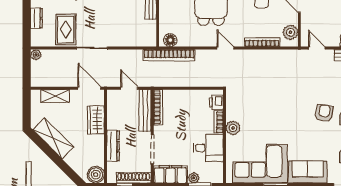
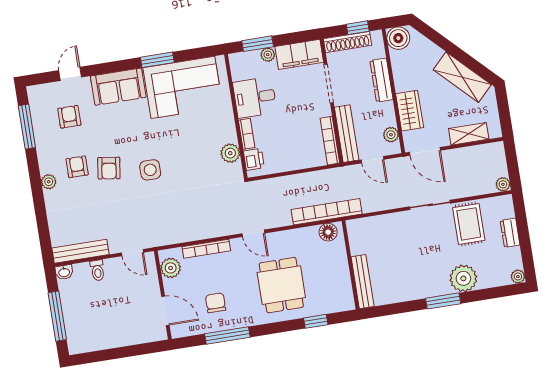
plant: (113, 104) -> (391, 135), added
side table: (294, 107) -> (150, 170), added
plant: (233, 128) -> (230, 153), moved

